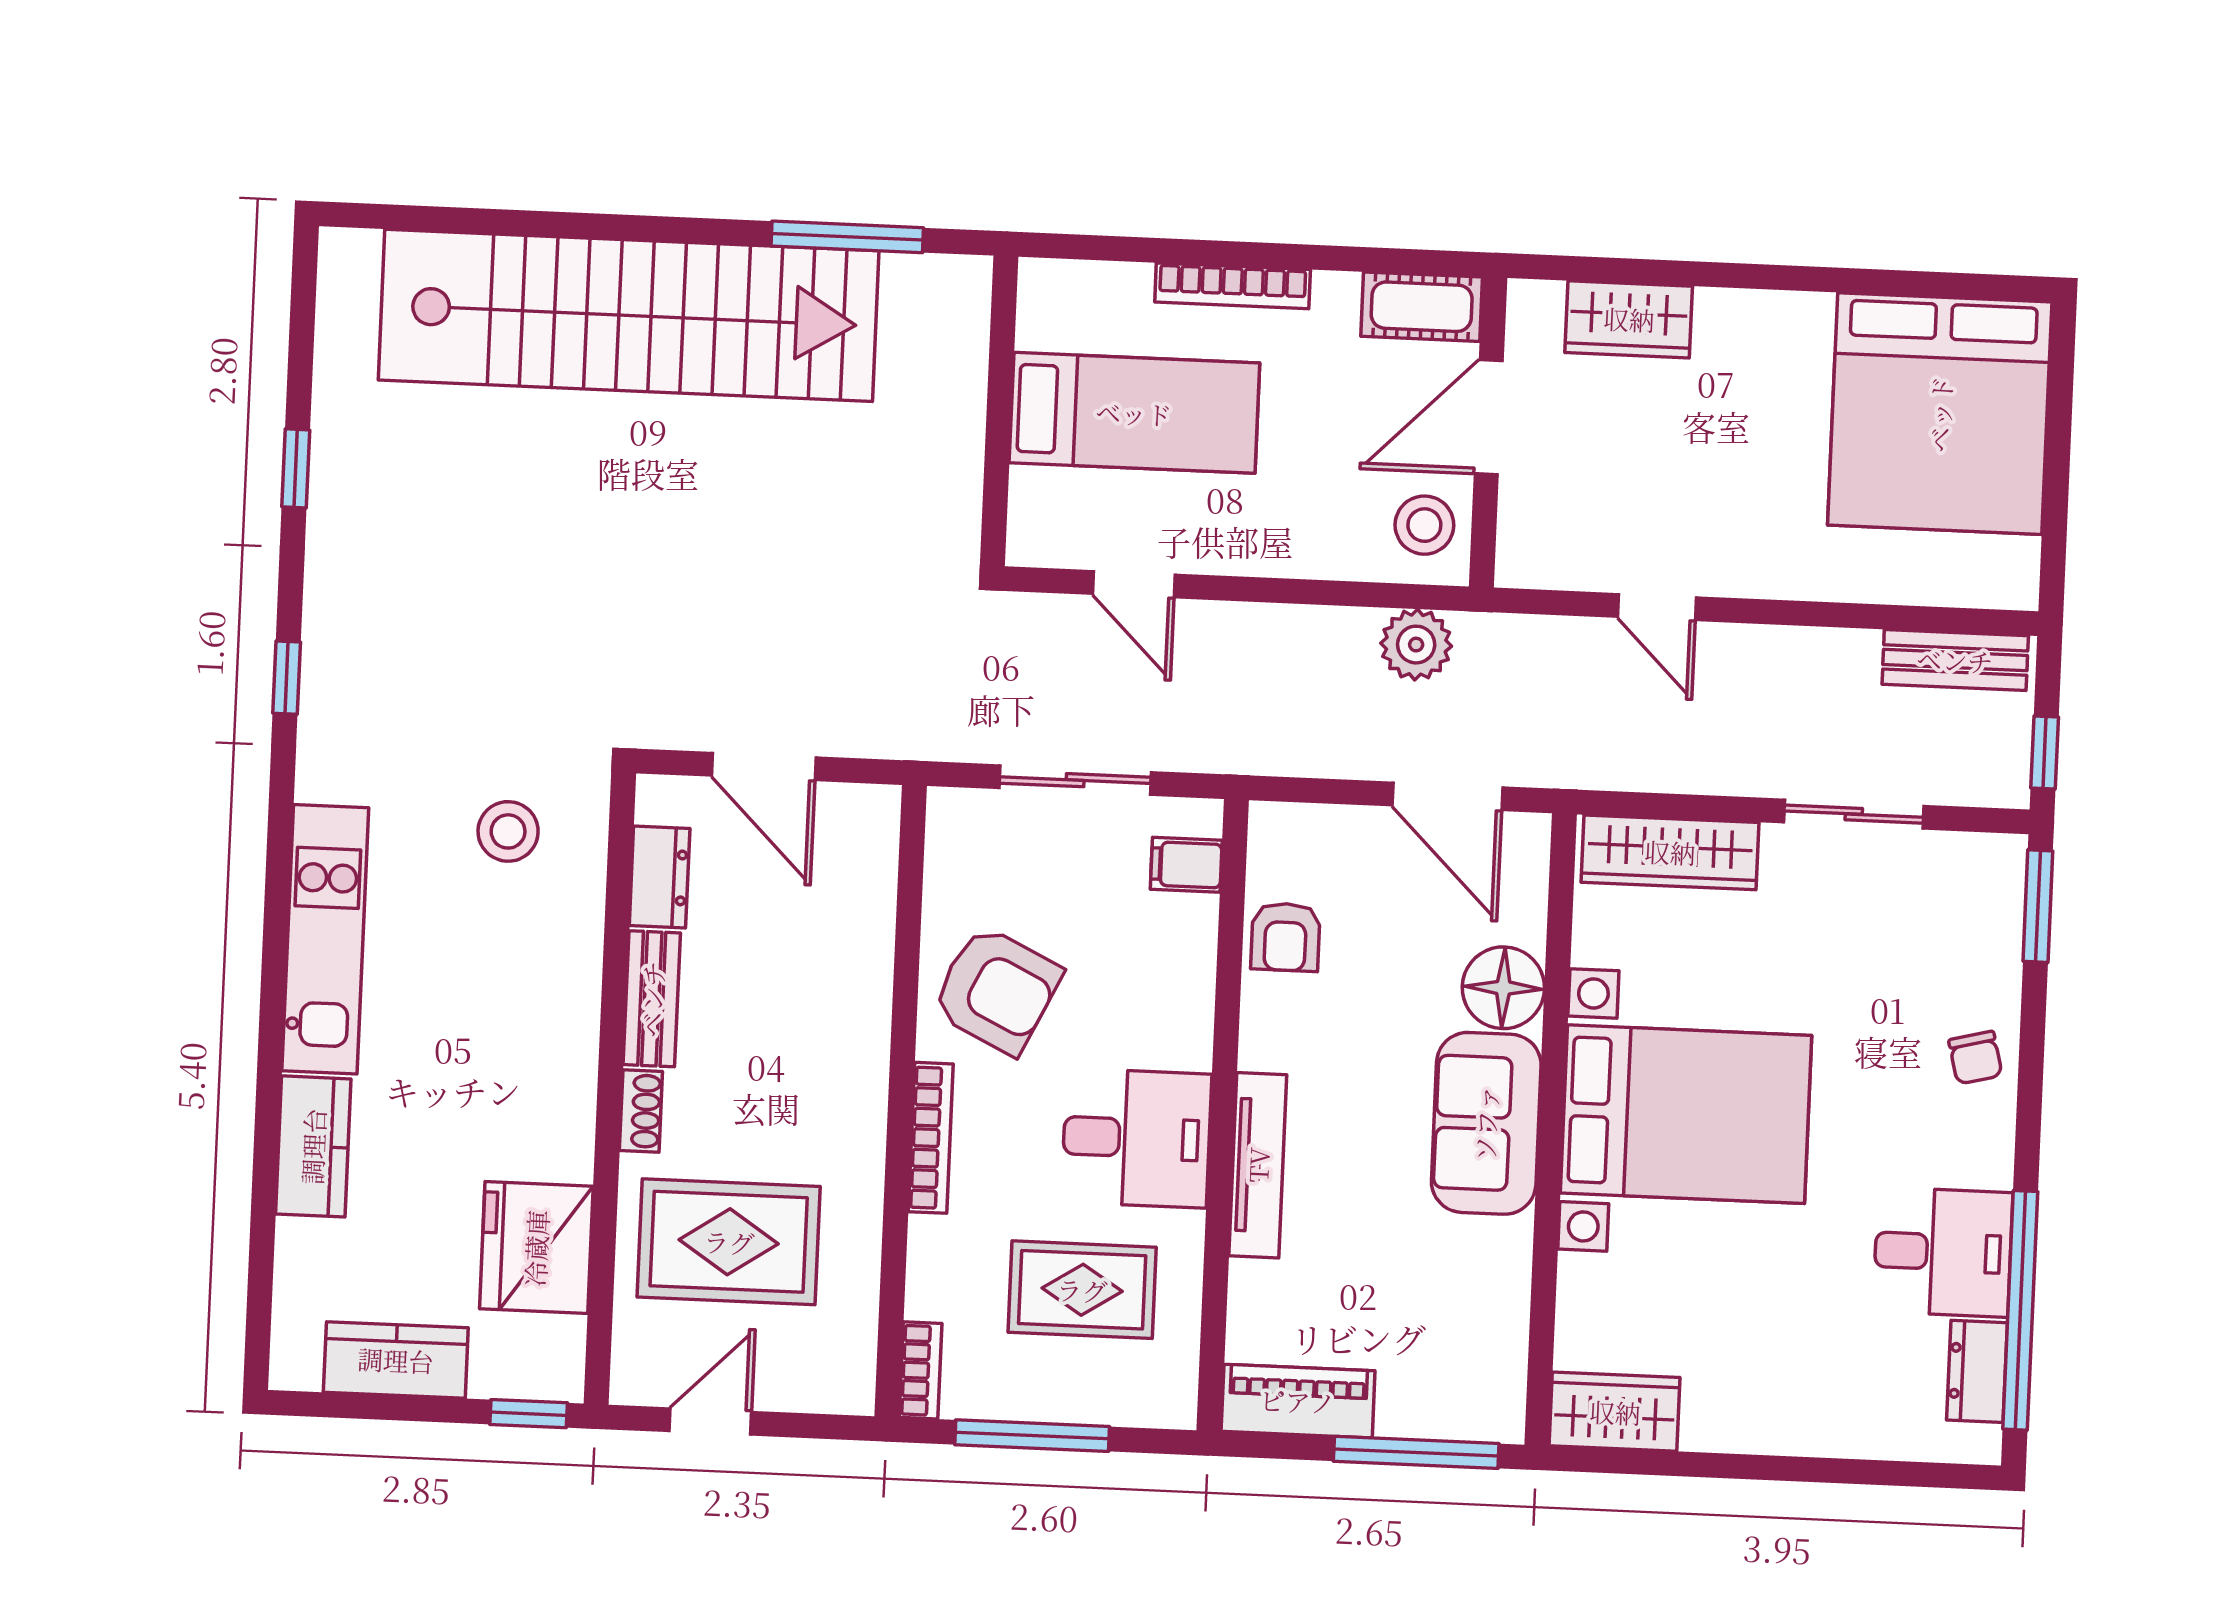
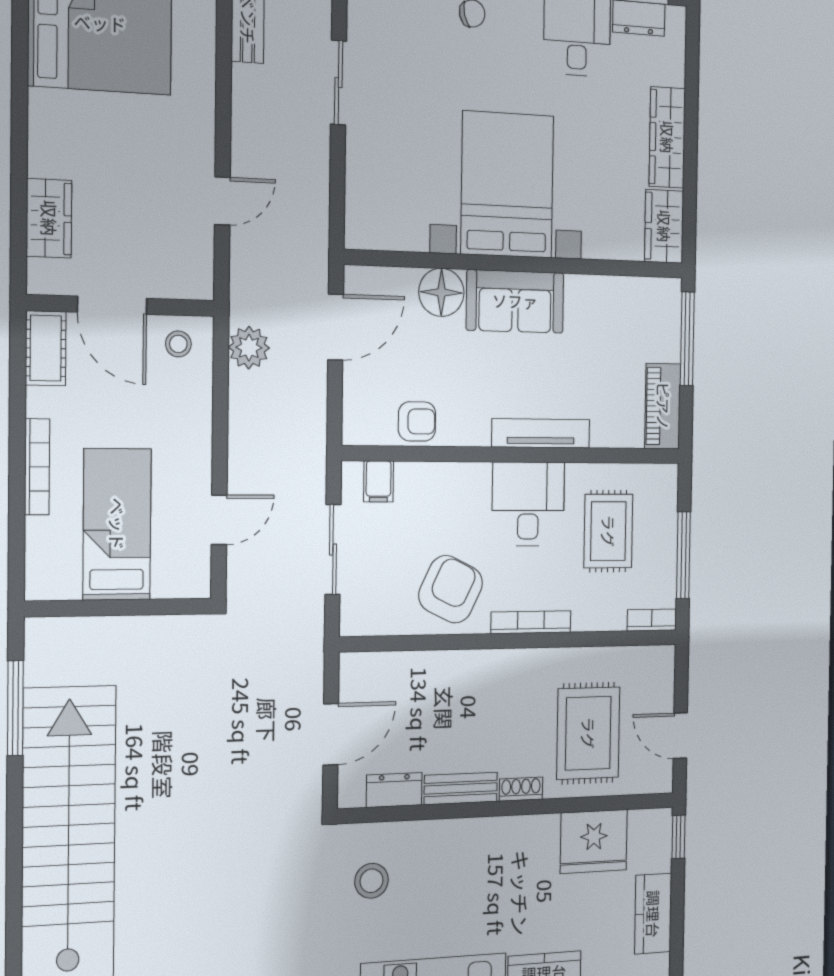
stool: (1424, 525) -> (178, 344), width x0.73, depth x0.73
wardrobe: (1670, 852) -> (667, 137), moved, turned 180

